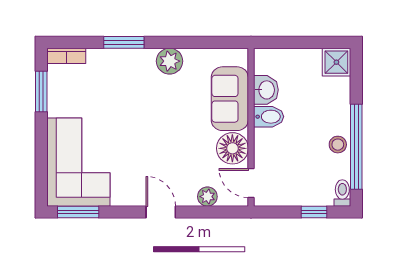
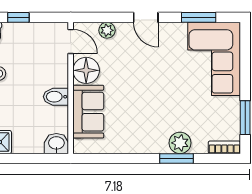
plant: (170, 61) -> (180, 143), moved
washbasin: (266, 90) -> (56, 144), moved, turned 90
window: (78, 212) -> (199, 17), moved

